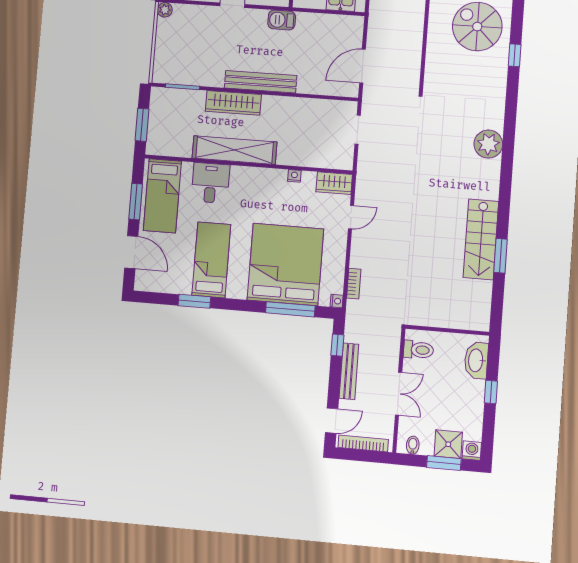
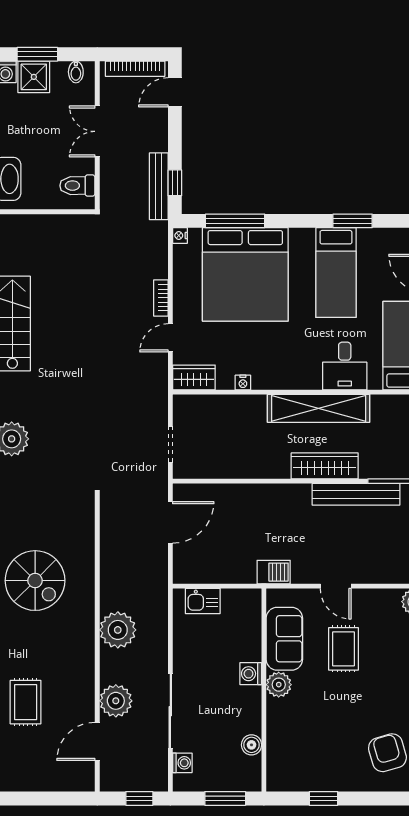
bench: (261, 82) -> (356, 494), moved
bookcase: (354, 284) -> (161, 298), moved
bench: (349, 371) -> (159, 186), moved

